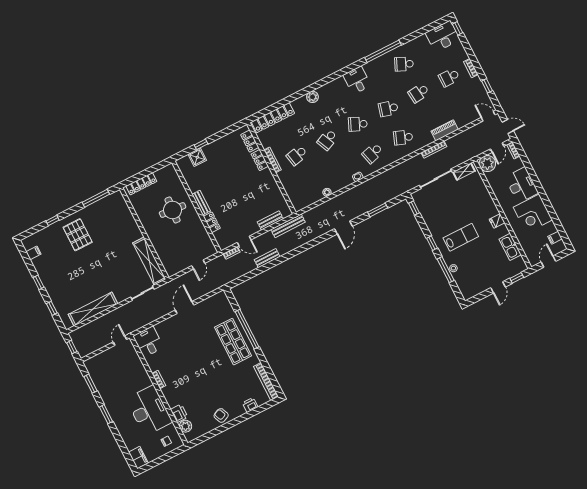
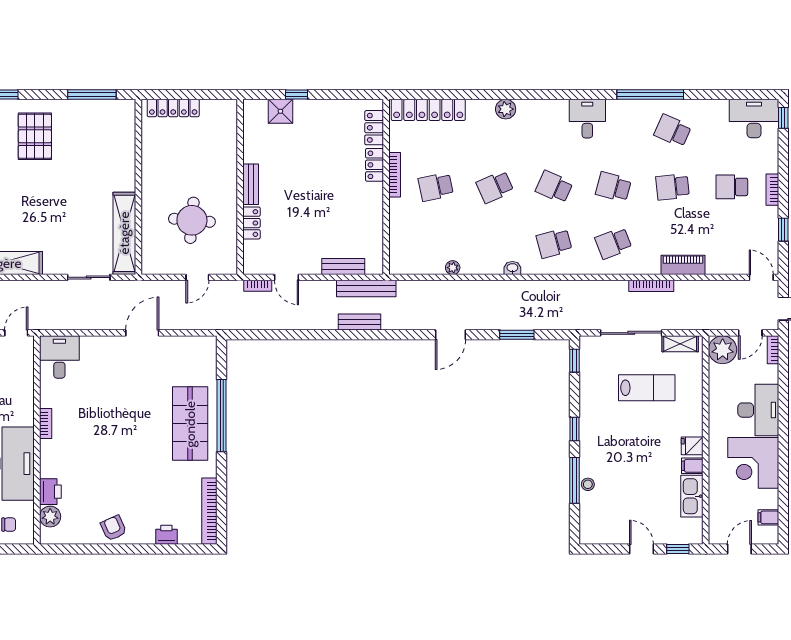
school desk: (403, 137) -> (613, 243), turned -42
round table: (173, 210) -> (192, 220), moved
filing cabinet: (502, 231) -> (692, 466), added
lab bench: (461, 237) -> (647, 388), moved
bench: (267, 258) -> (360, 322), moved
door: (498, 287) -> (641, 549), swing flipped

